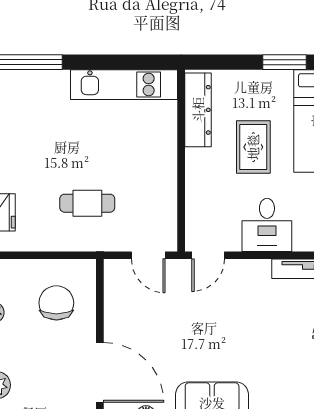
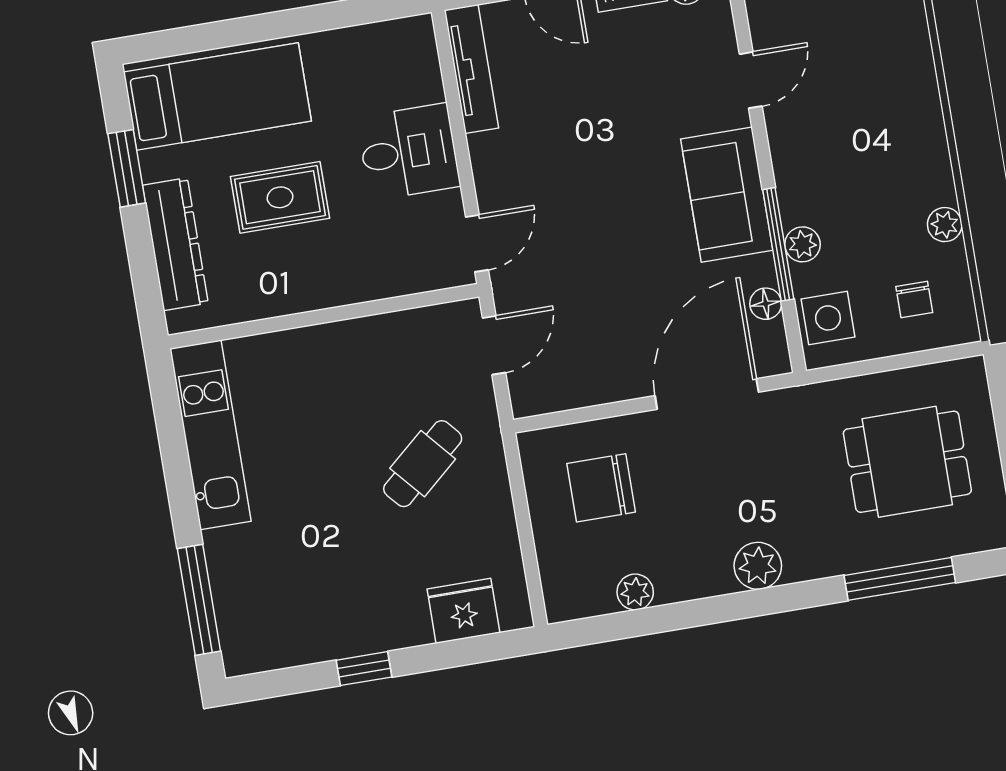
dresser: (198, 110) -> (175, 244), moved, turned 90
cafe table: (87, 203) -> (423, 464), turned 49
door: (208, 255) -> (477, 243), hinge flipped

